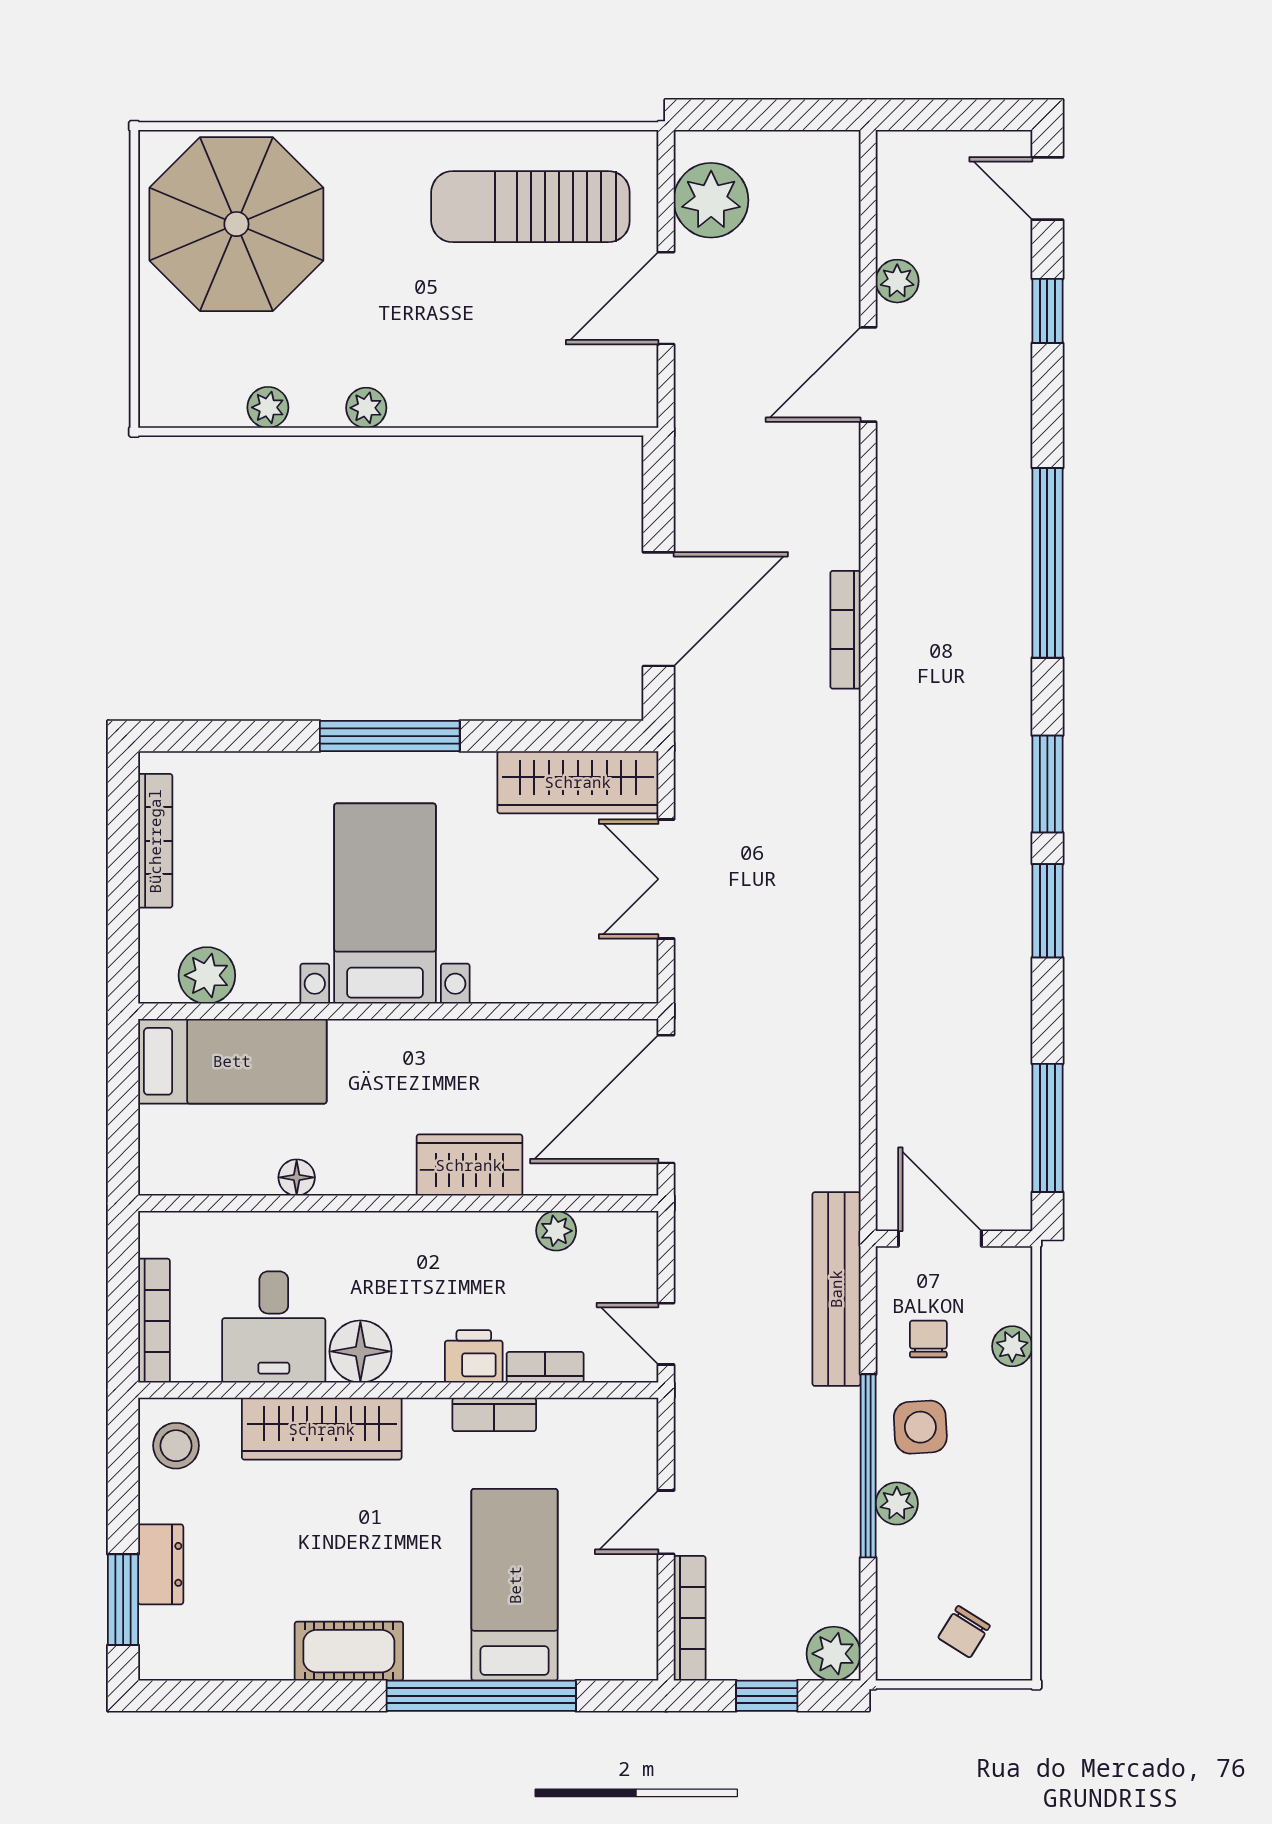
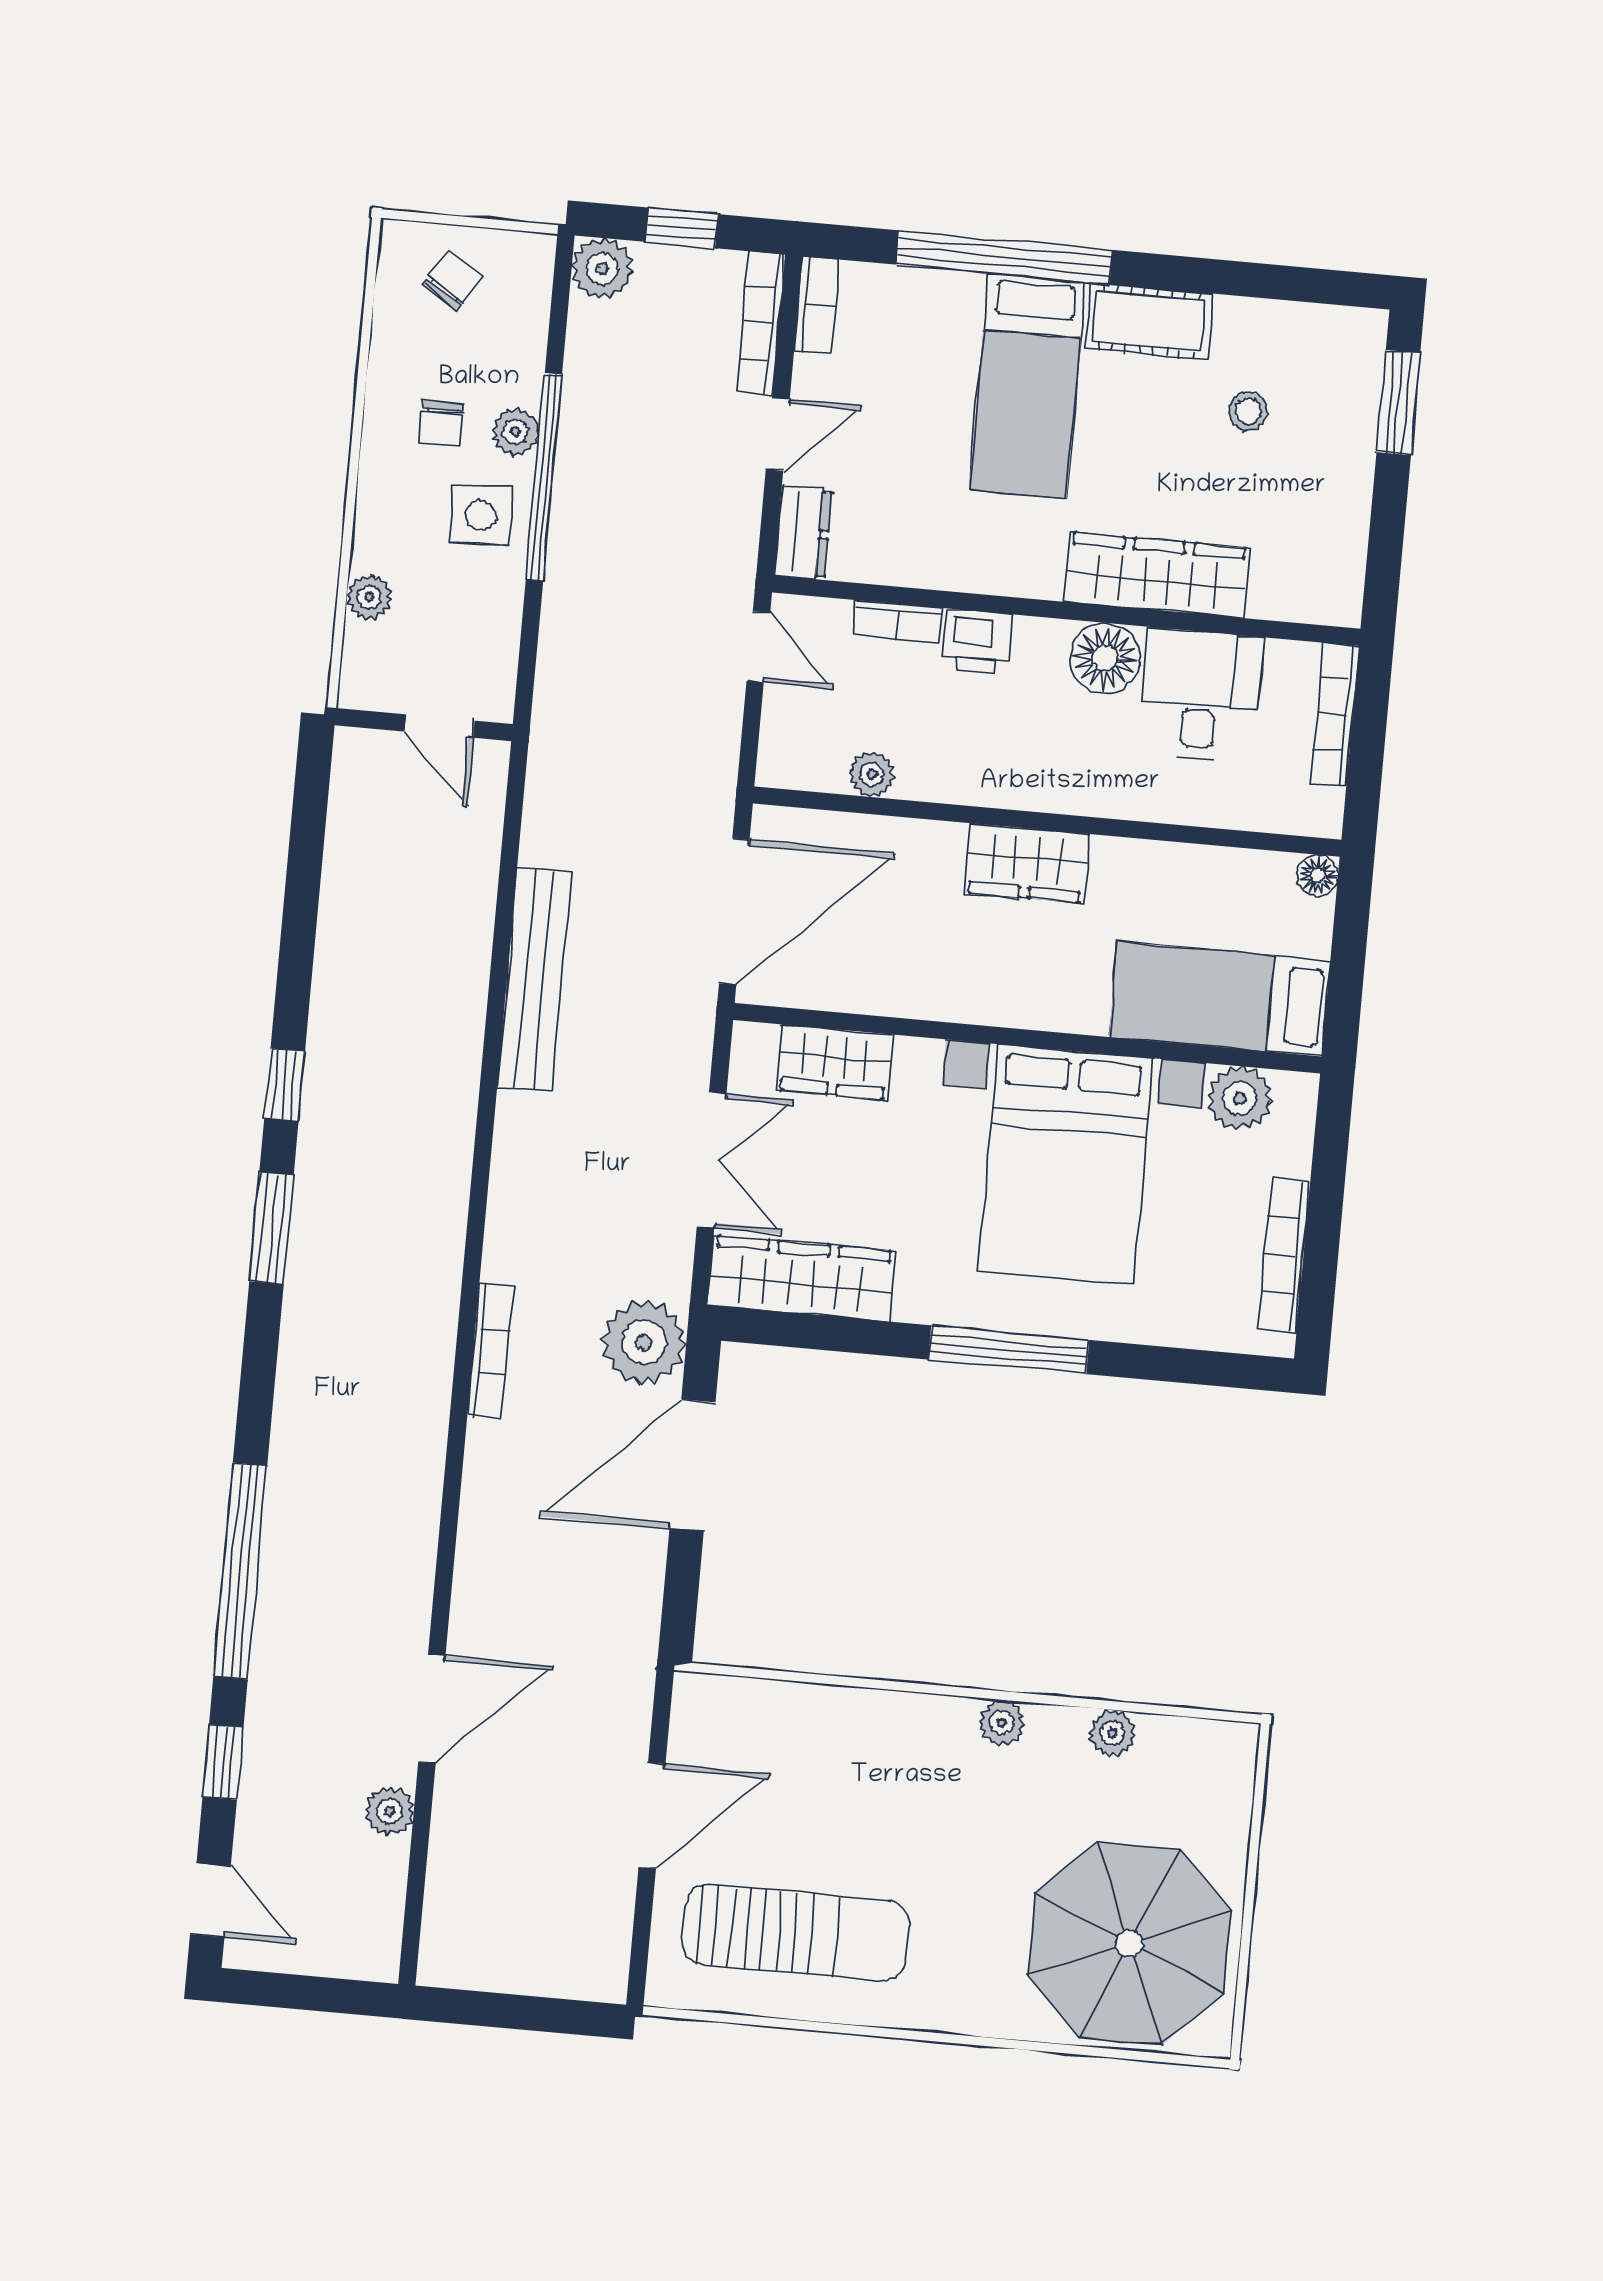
plant: (711, 200) -> (644, 1342), moved
window: (1047, 563) -> (240, 1571), moved
bookcase: (845, 630) -> (490, 1351), moved
bed with nightstands: (385, 904) -> (1066, 1164), width x1.36
window: (1047, 911) -> (285, 1085), width x0.67
wardrobe: (566, 975) -> (834, 1062), added
window: (1047, 1128) -> (307, 840), removed
wardrobe: (469, 1165) -> (1027, 863), moved
floor lamp: (297, 1177) -> (1317, 876), moved
door: (940, 1239) -> (440, 726), width x0.73
bench: (836, 1289) -> (534, 979), moved
chair: (928, 1339) -> (441, 423), moved
bookcase: (494, 1414) -> (817, 305), moved, turned 90
stool: (176, 1446) -> (1248, 411), moved, width x0.73, depth x0.73
dresser: (161, 1564) -> (803, 533), moved, turned 180
bed: (515, 1585) -> (1028, 386), moved

